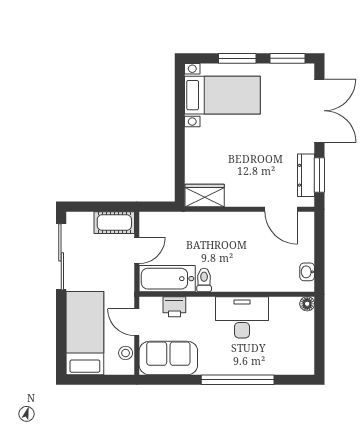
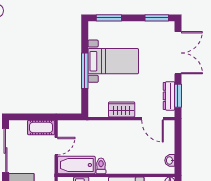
window: (237, 58) -> (109, 18), moved
bed with nightstands: (222, 95) -> (113, 61), moved
window: (180, 138) -> (85, 71), added
wardrobe: (205, 195) -> (122, 109), moved

